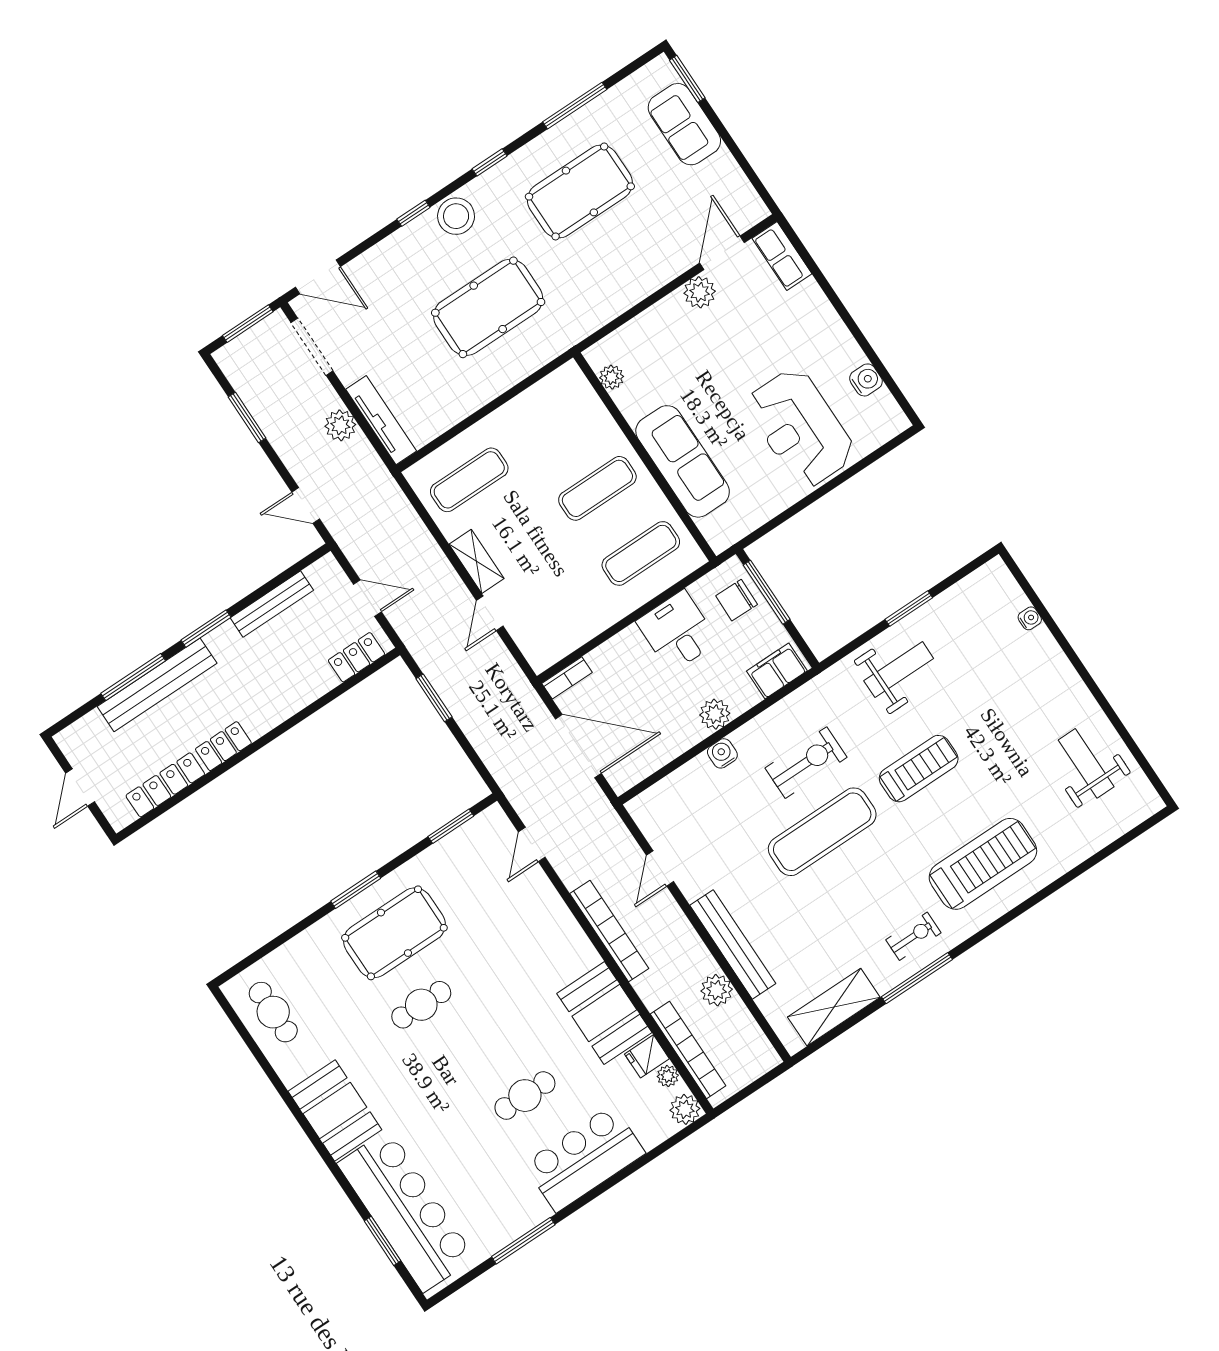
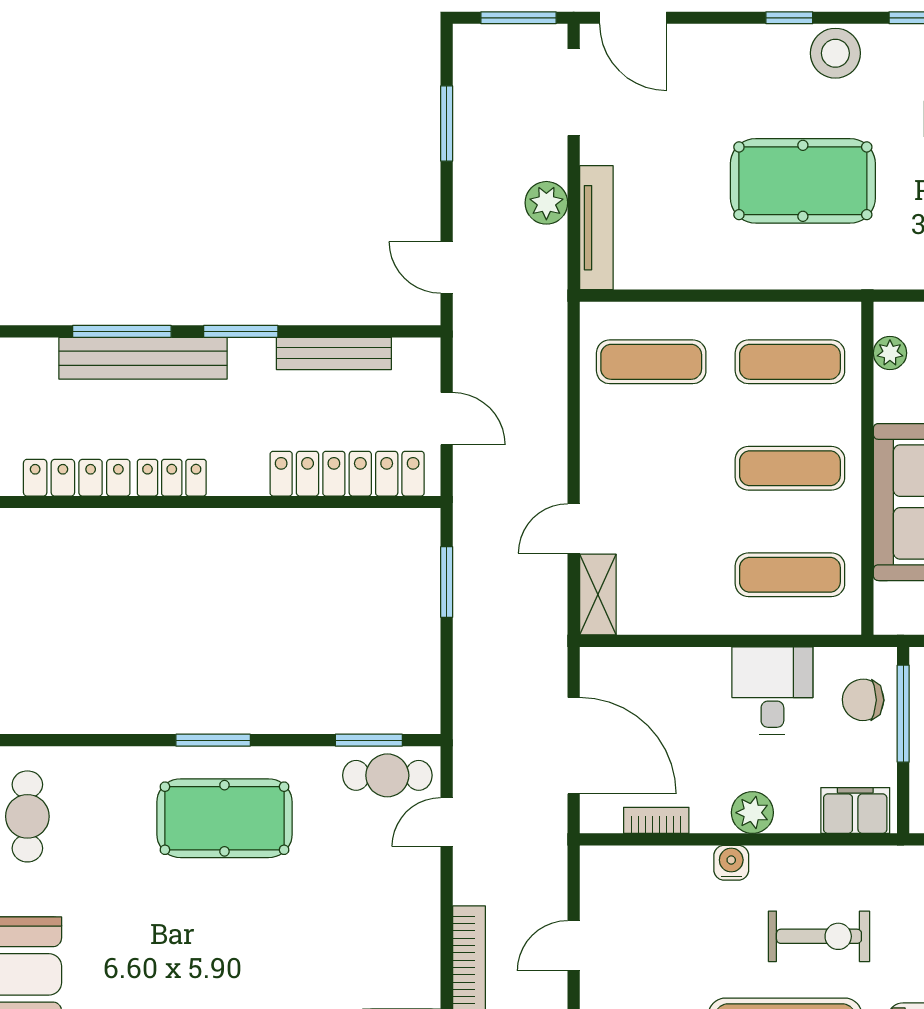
exercise mat: (554, 423) -> (790, 362), added
shelving: (476, 561) -> (598, 594), moved
locker: (356, 657) -> (347, 474), width x2.16, depth x1.21
bookcase: (567, 678) -> (656, 820), moved, turned 180
cafe table: (421, 1005) -> (387, 775), moved

